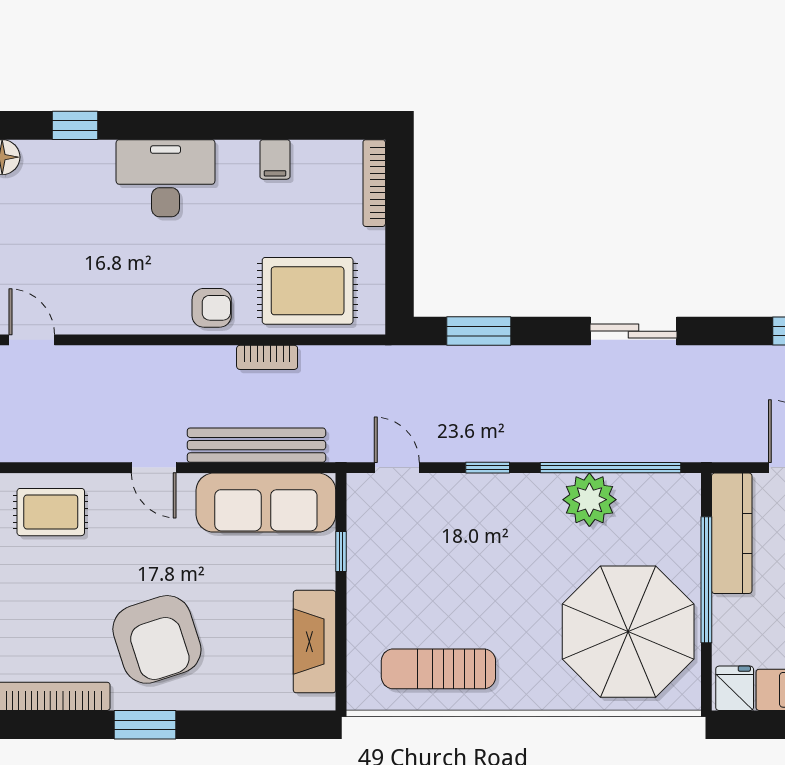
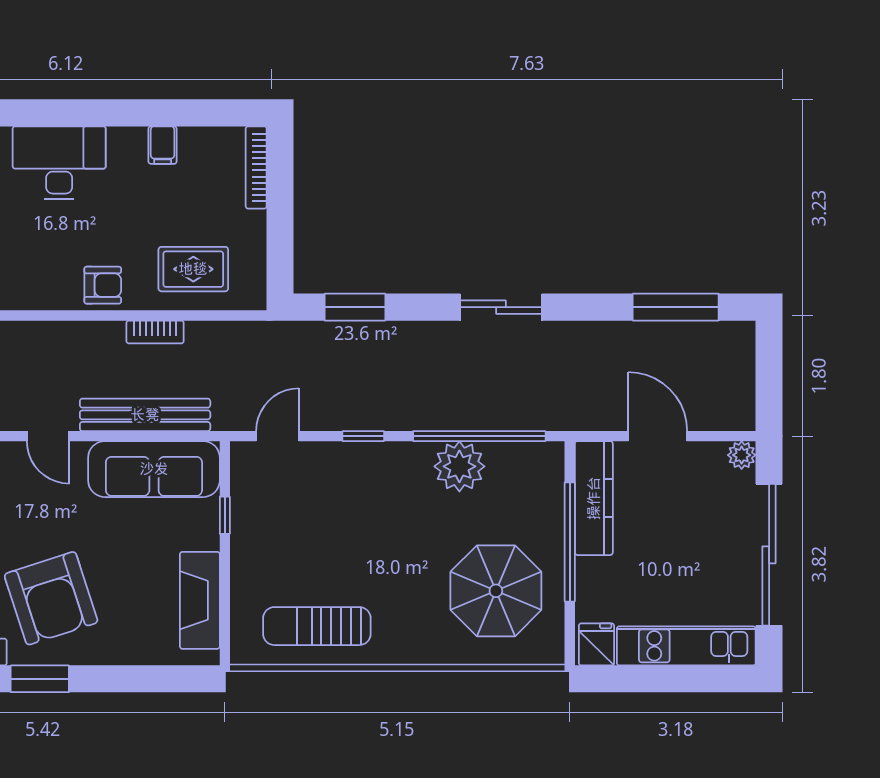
rug: (308, 291) -> (193, 269), width x0.73, depth x0.70
door: (397, 468) -> (277, 436), hinge flipped
parasol: (628, 632) -> (496, 591), width x0.73, depth x0.73

